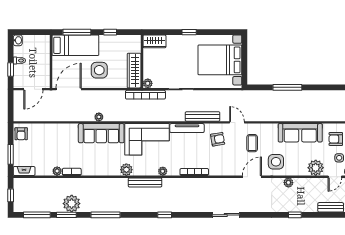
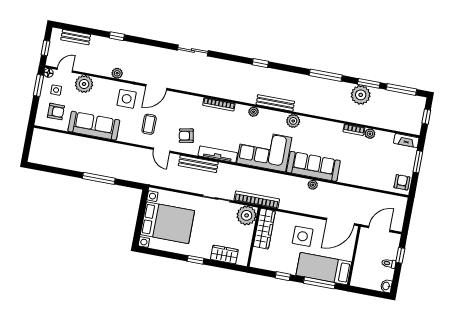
wardrobe: (154, 41) -> (224, 254), moved
plant: (148, 83) -> (247, 215), width x1.88, depth x1.88

